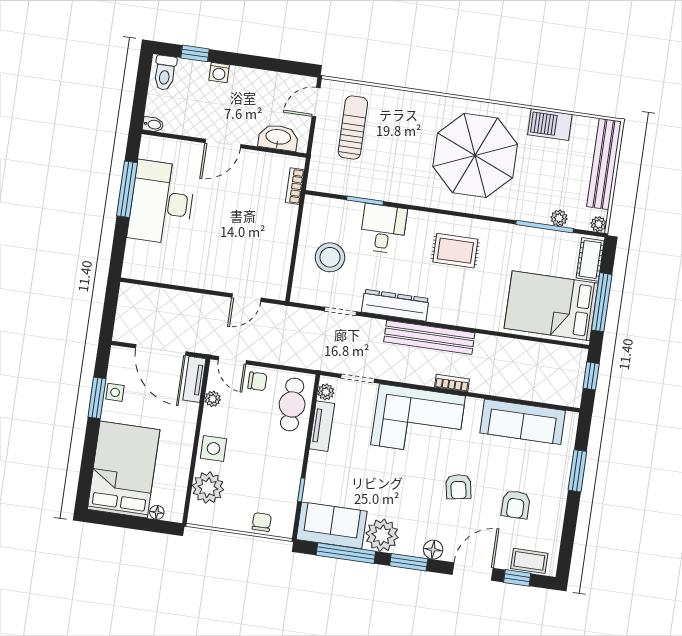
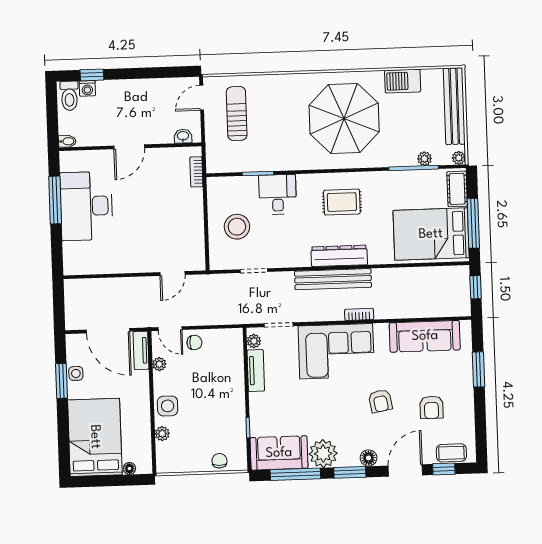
washing machine: (219, 73) -> (87, 88), moved
washbasin: (278, 138) -> (183, 136), width x0.52, depth x0.69
dresser: (395, 305) -> (339, 256), moved
cafe table: (292, 404) -> (227, 357), removed
plant: (208, 488) -> (162, 434), width x0.53, depth x0.53

